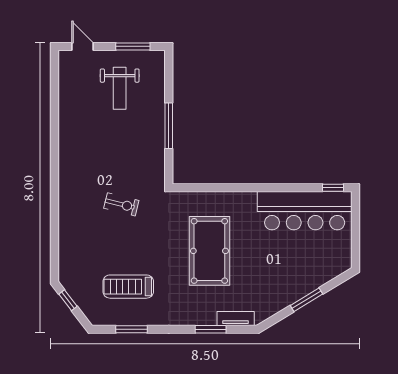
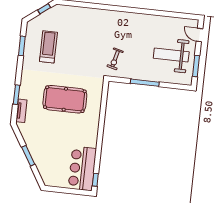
door: (82, 46) -> (199, 35), swing flipped
weight bench: (120, 88) -> (171, 55), width x1.36, depth x1.33
exercise bike: (121, 204) -> (115, 59), moved
bar counter: (305, 211) -> (82, 168), width x0.73

